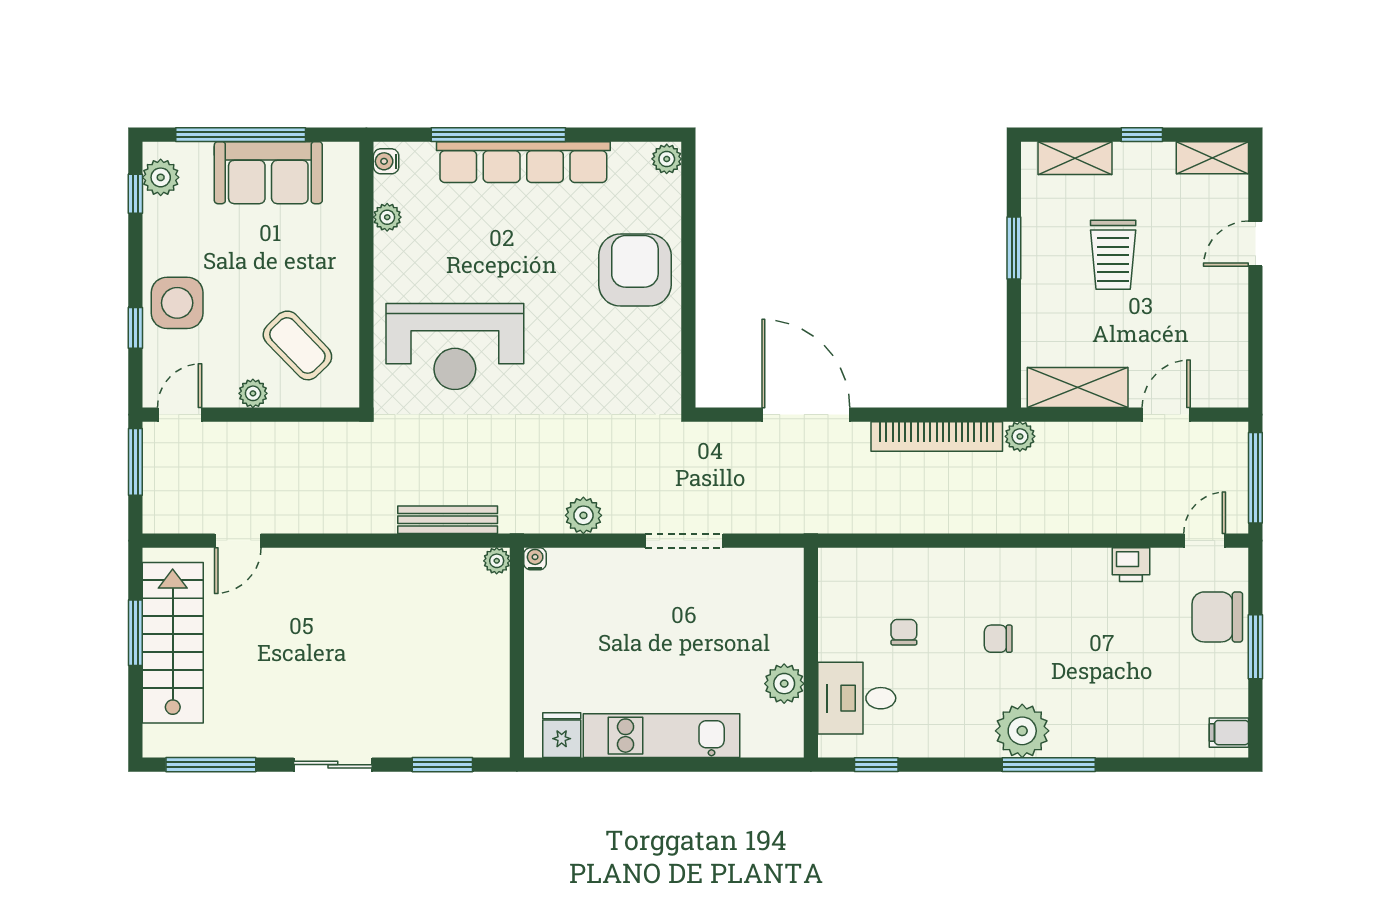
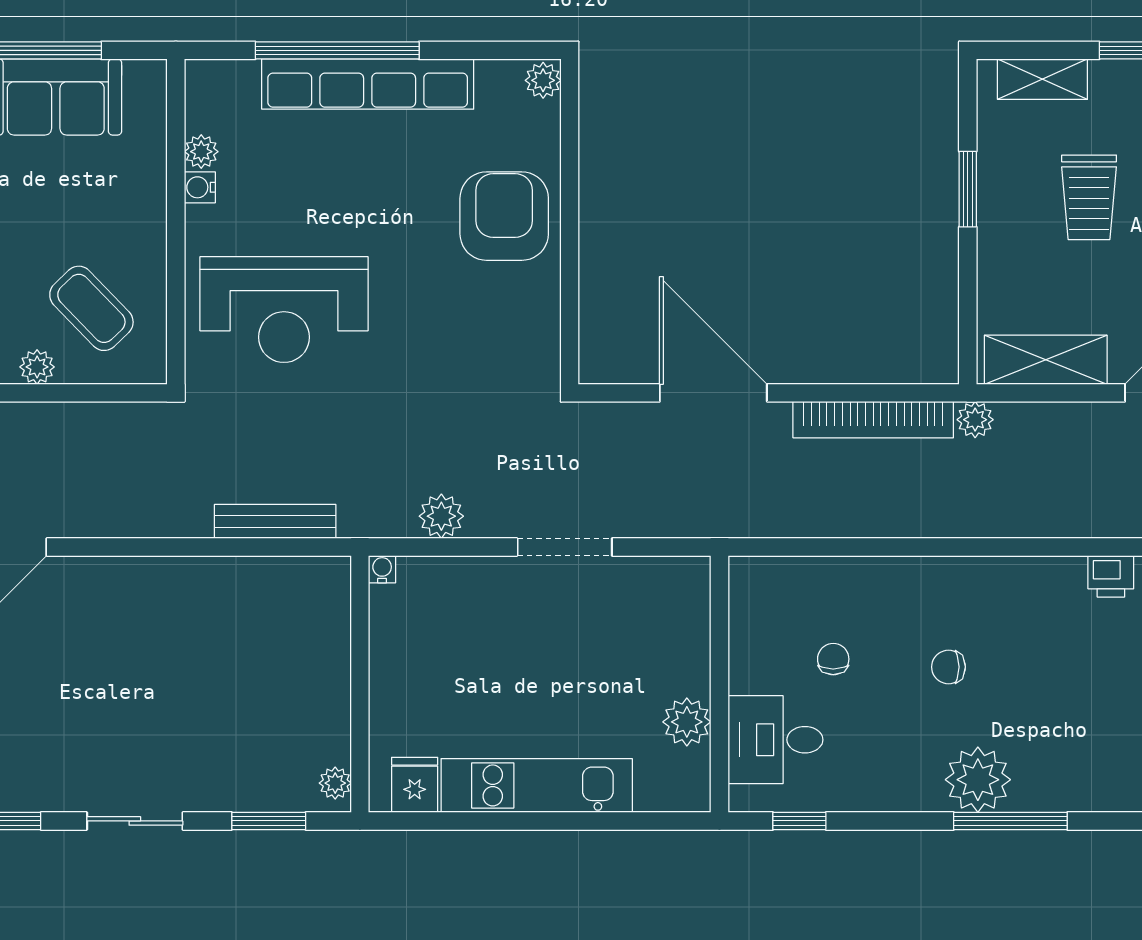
water cooler: (386, 161) -> (200, 187), moved
plant: (497, 561) -> (335, 783), moved

